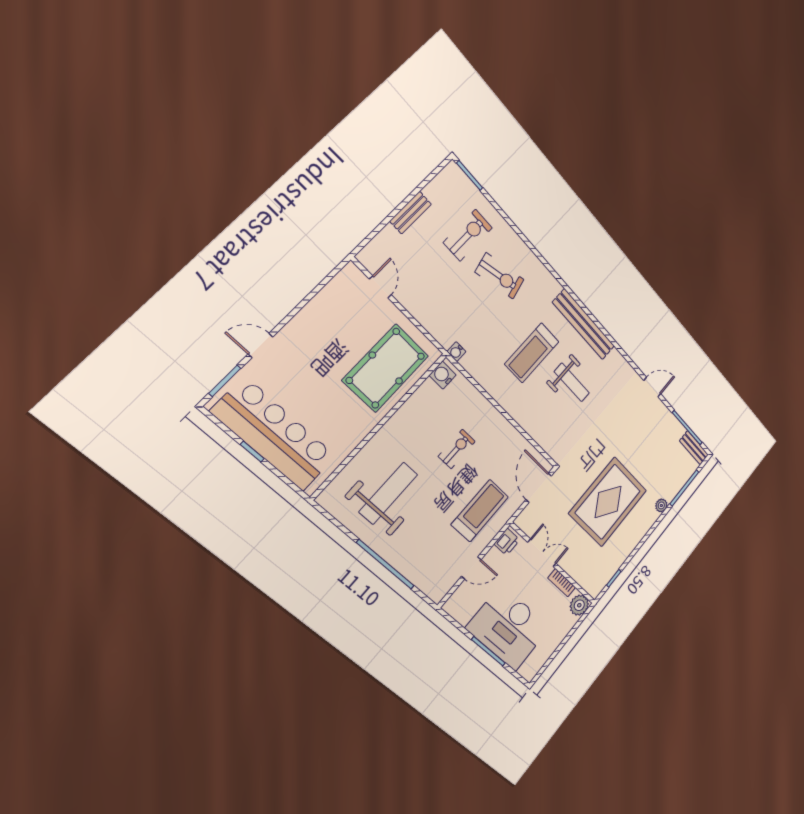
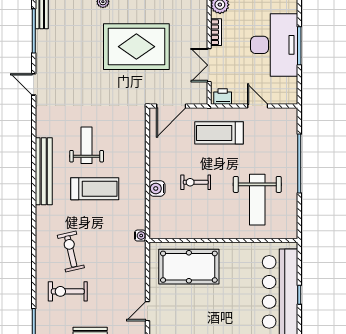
water cooler: (443, 375) -> (157, 188), moved, turned 90
weight bench: (388, 493) -> (257, 200), turned -90

